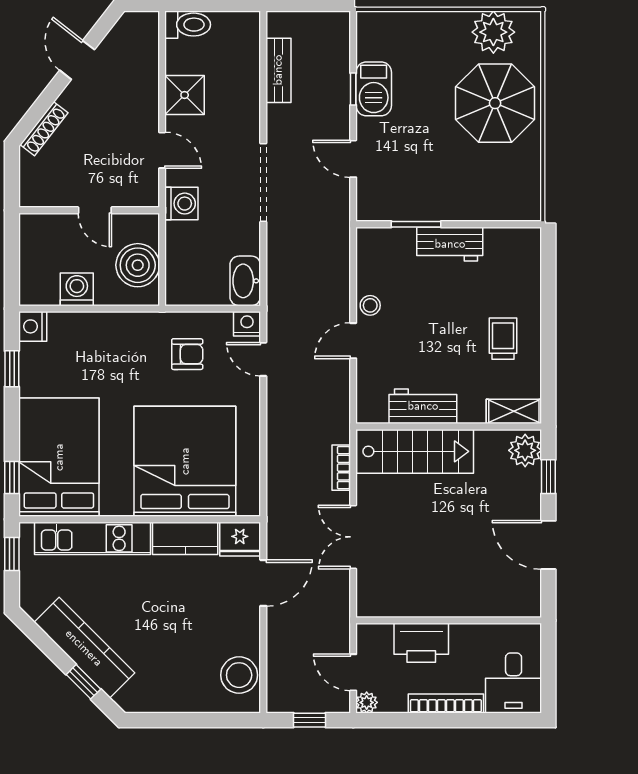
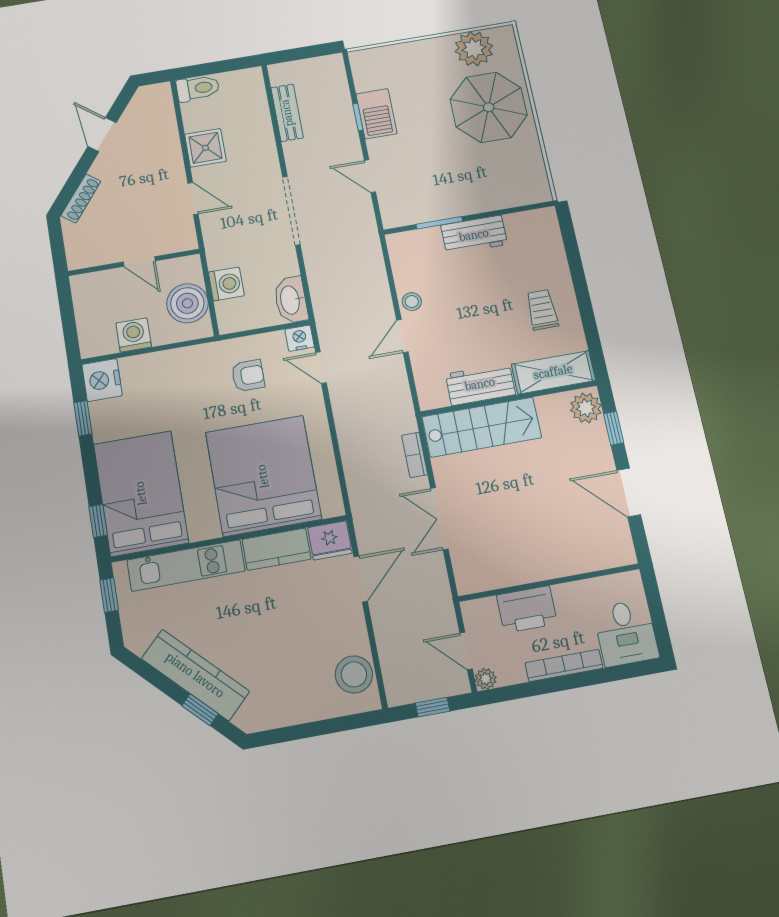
washing machine: (181, 204) -> (226, 284), moved
nightstand: (33, 326) -> (102, 380), width x1.36, depth x1.33
shelving: (514, 411) -> (553, 372), width x1.50, depth x1.33

